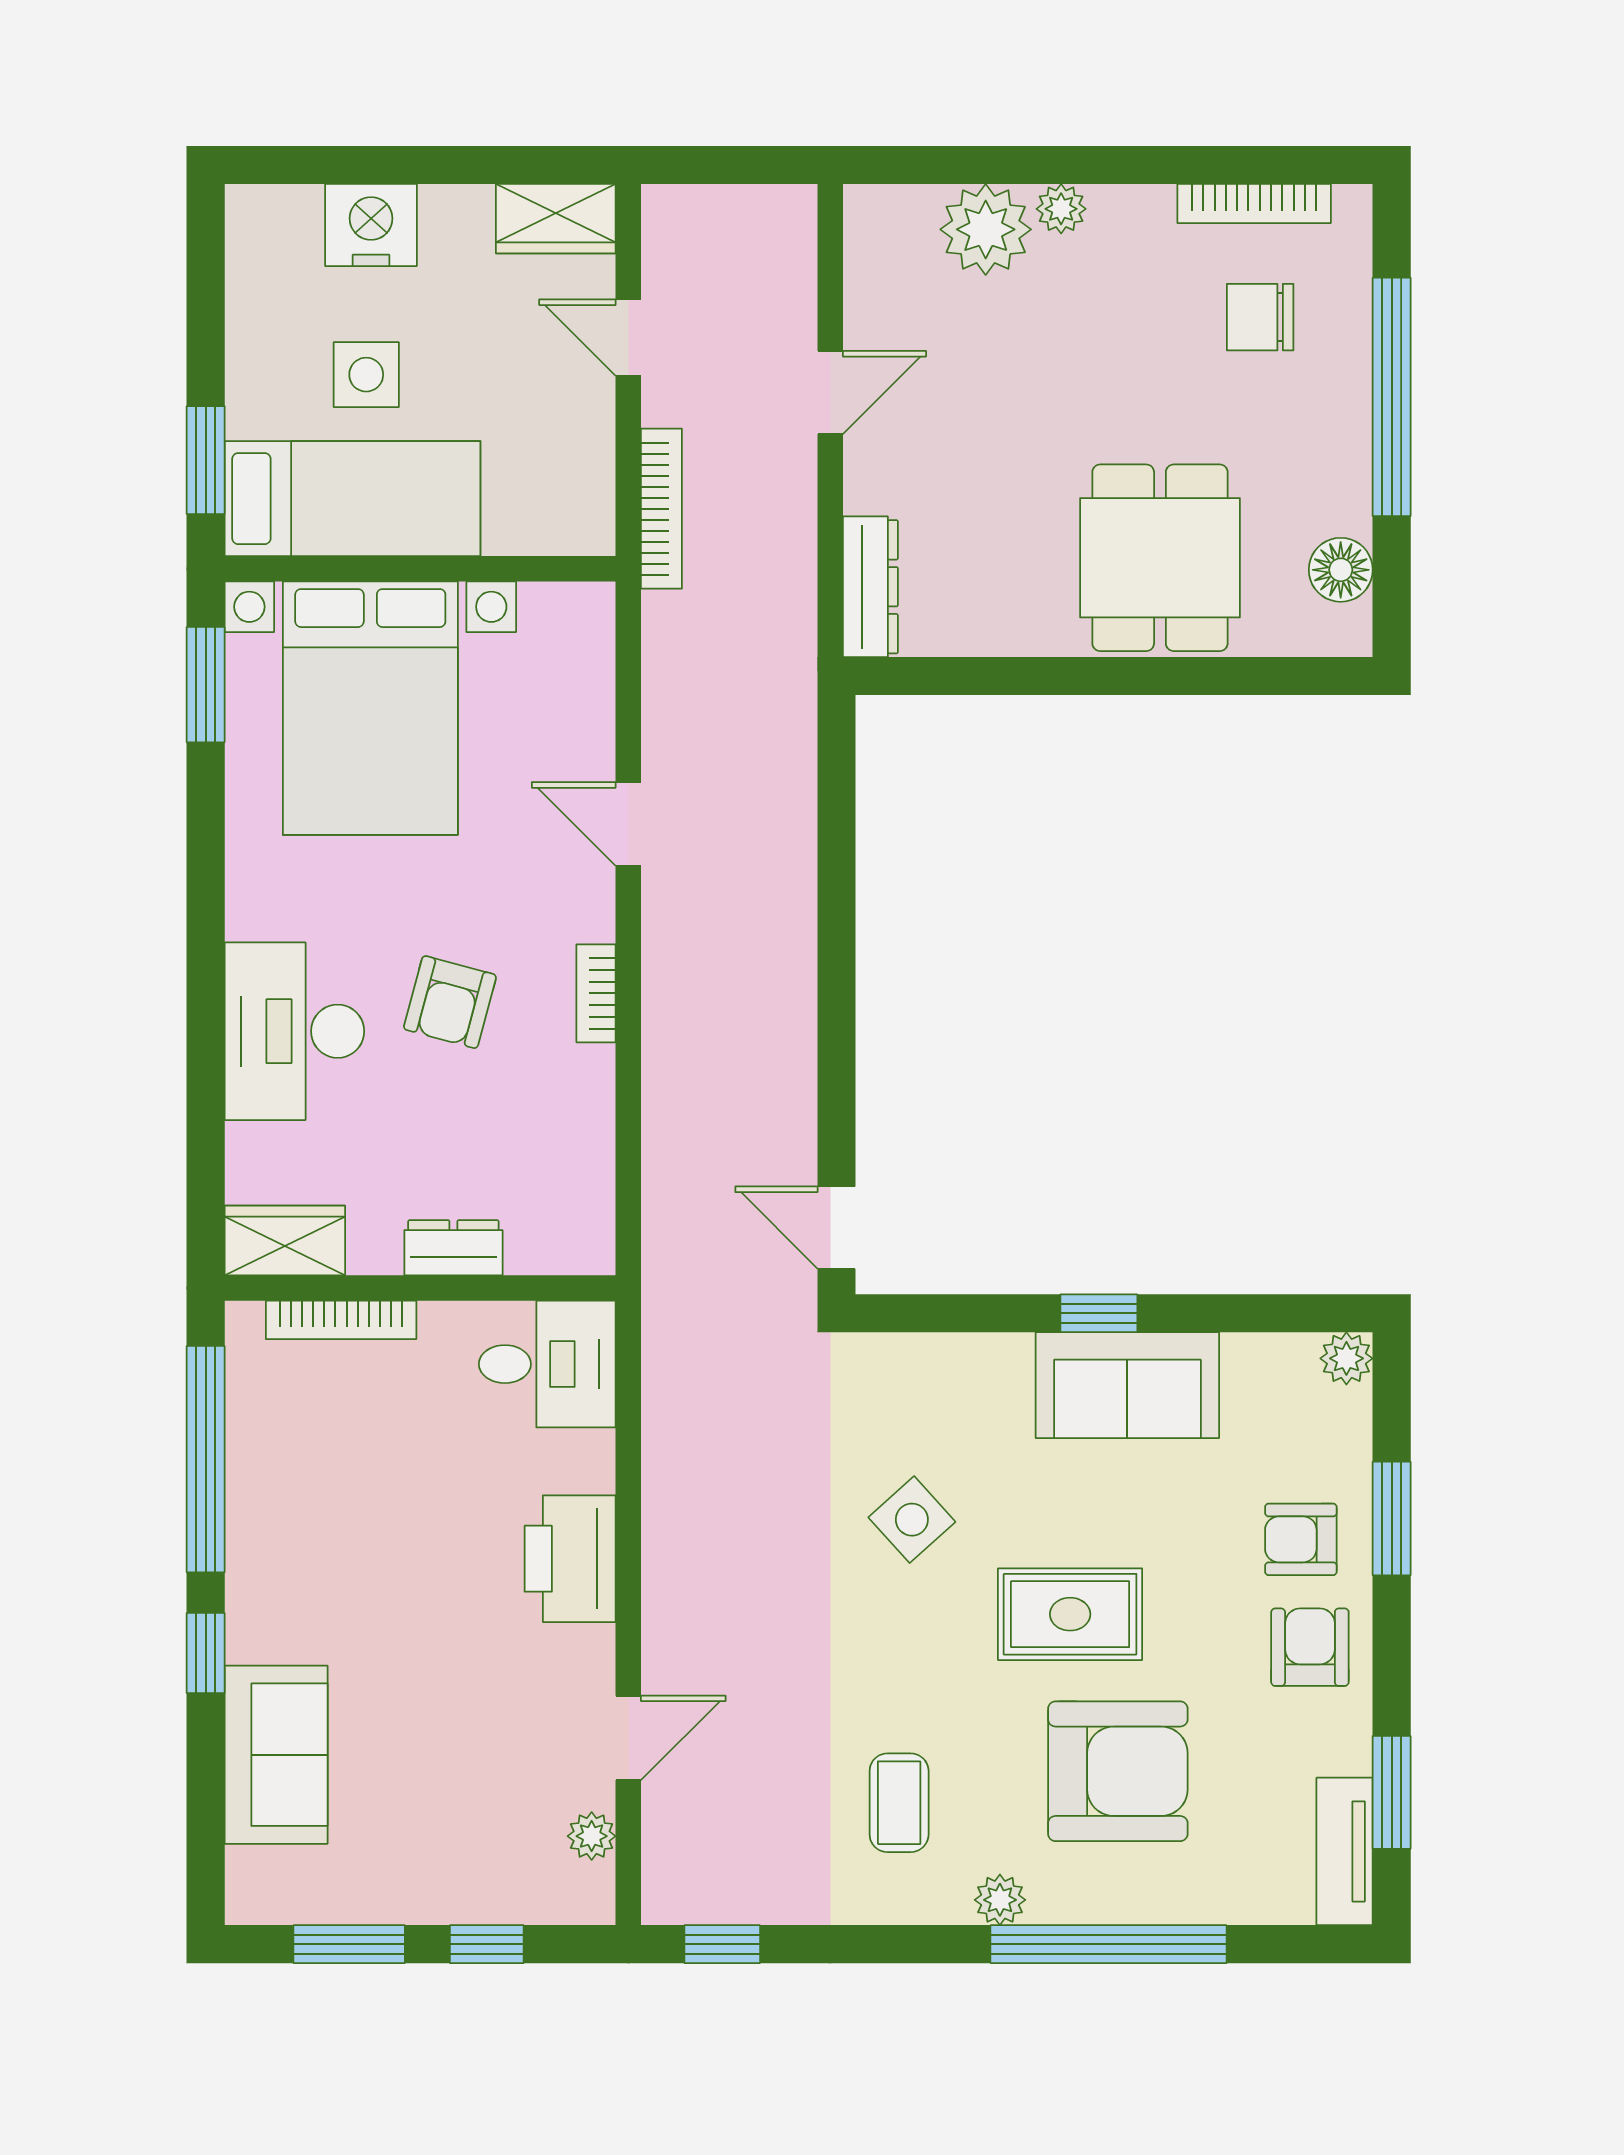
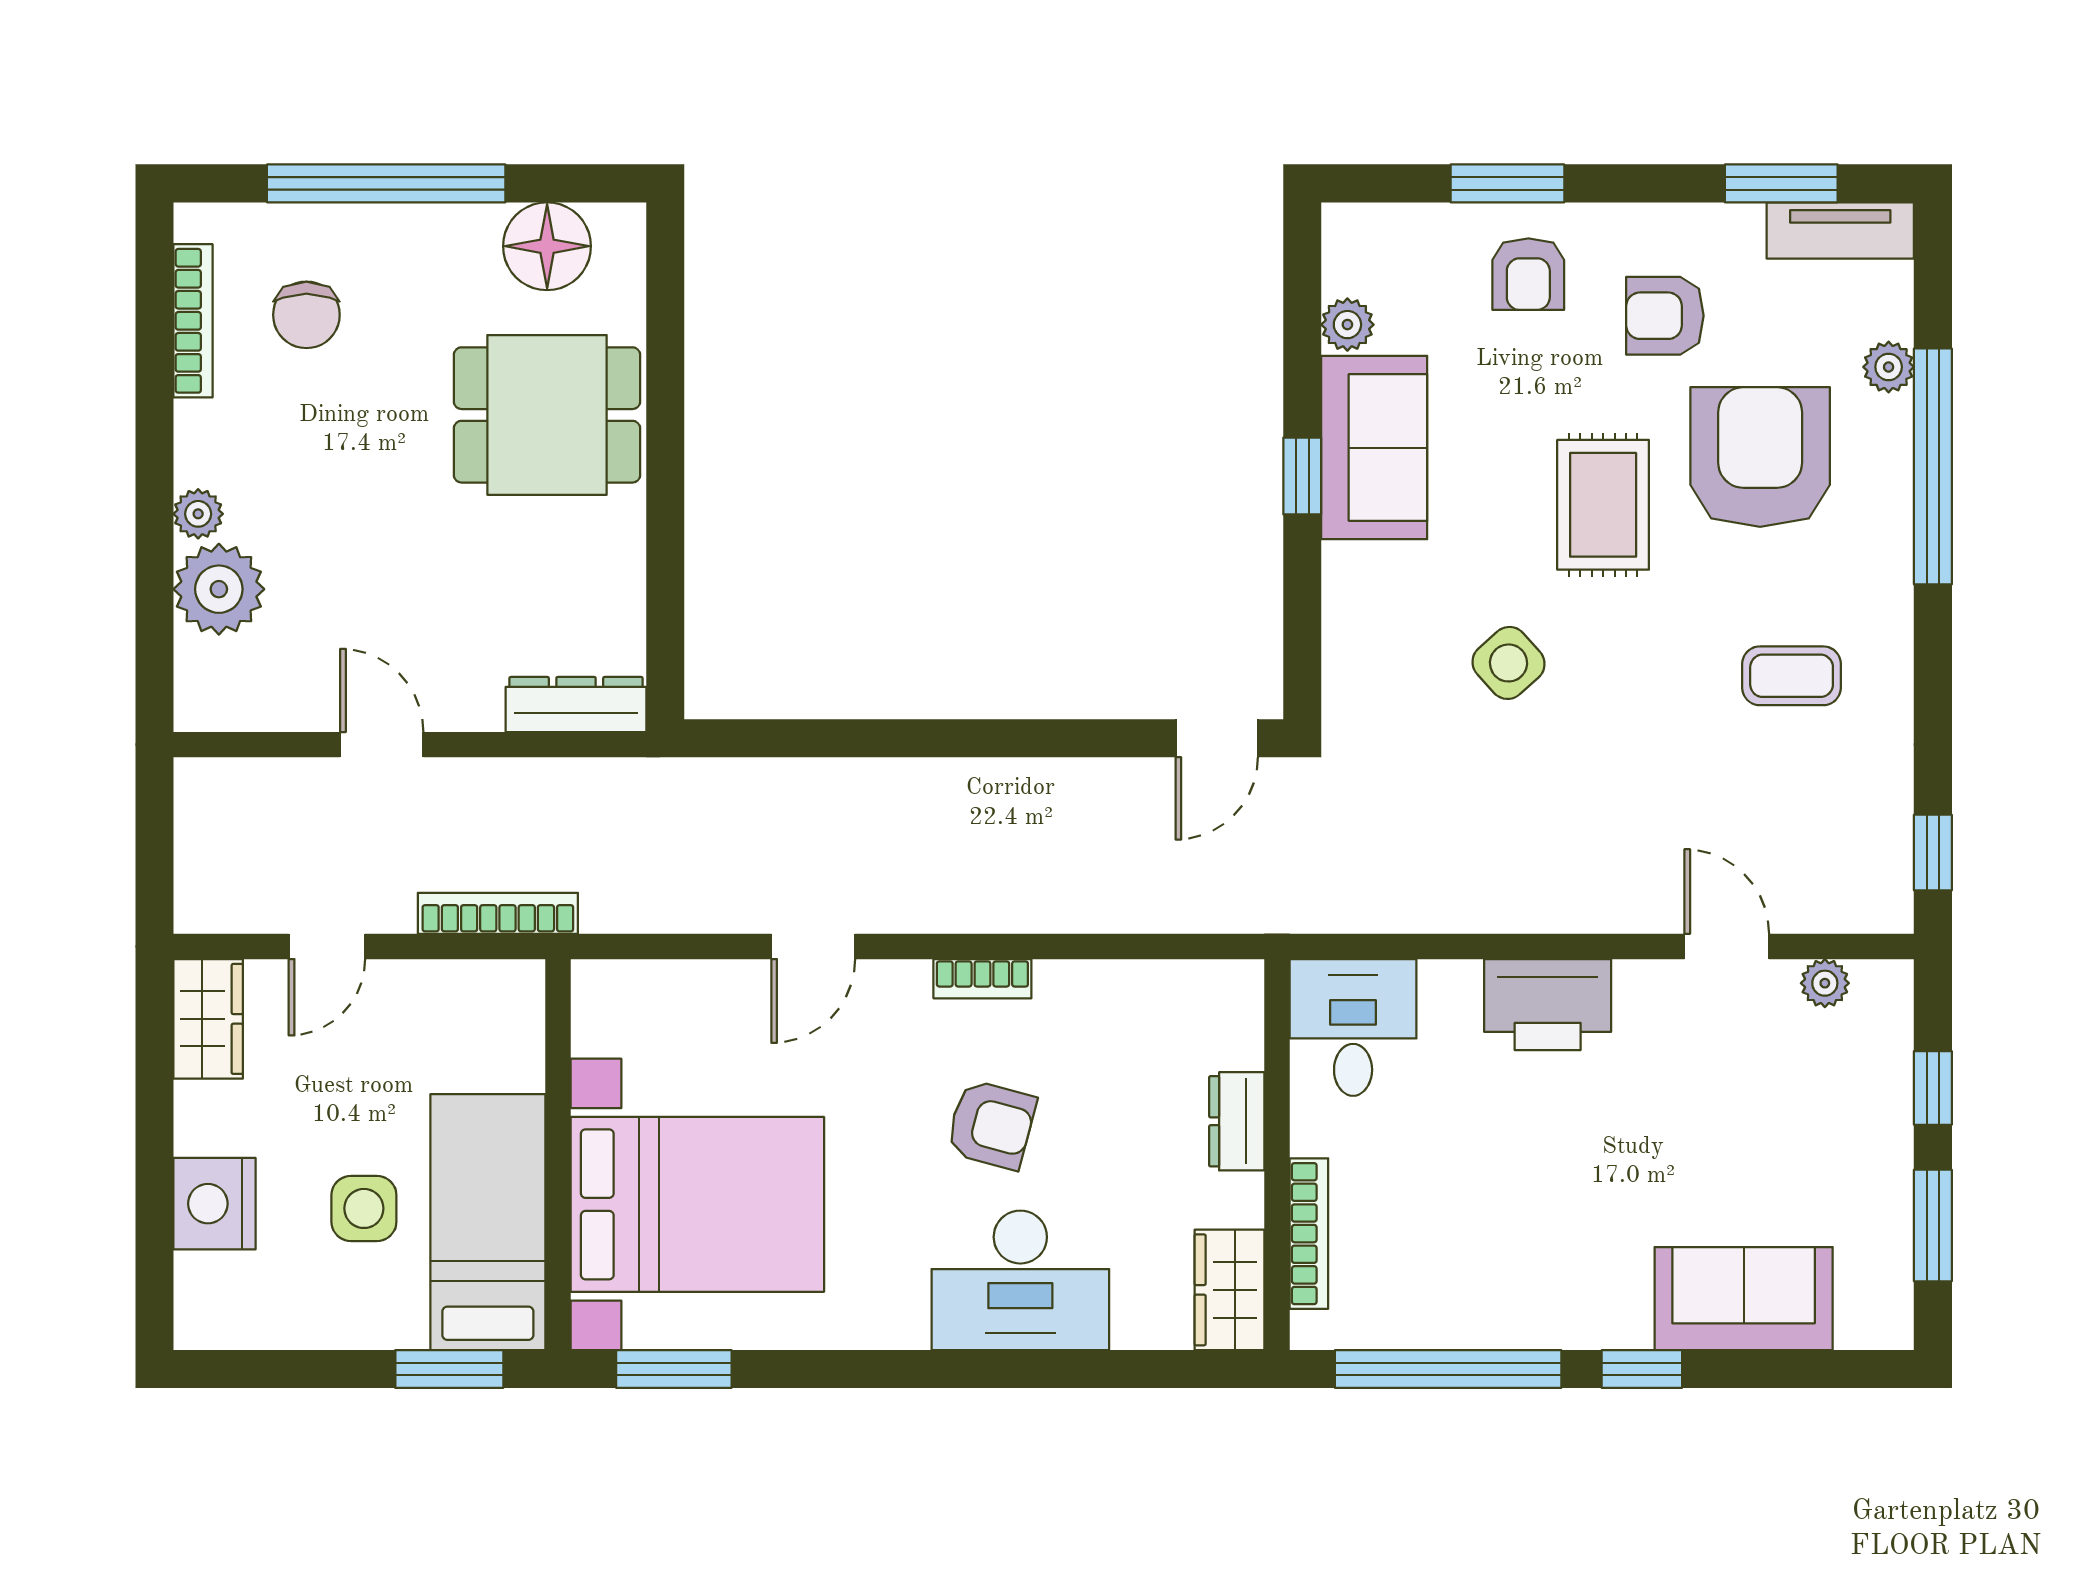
floor lamp: (1341, 570) -> (547, 246), width x1.38, depth x1.38
plant: (1346, 1358) -> (1347, 325), moved
armchair: (1310, 1647) -> (1665, 316), moved
plant: (1000, 1900) -> (1889, 367), moved

